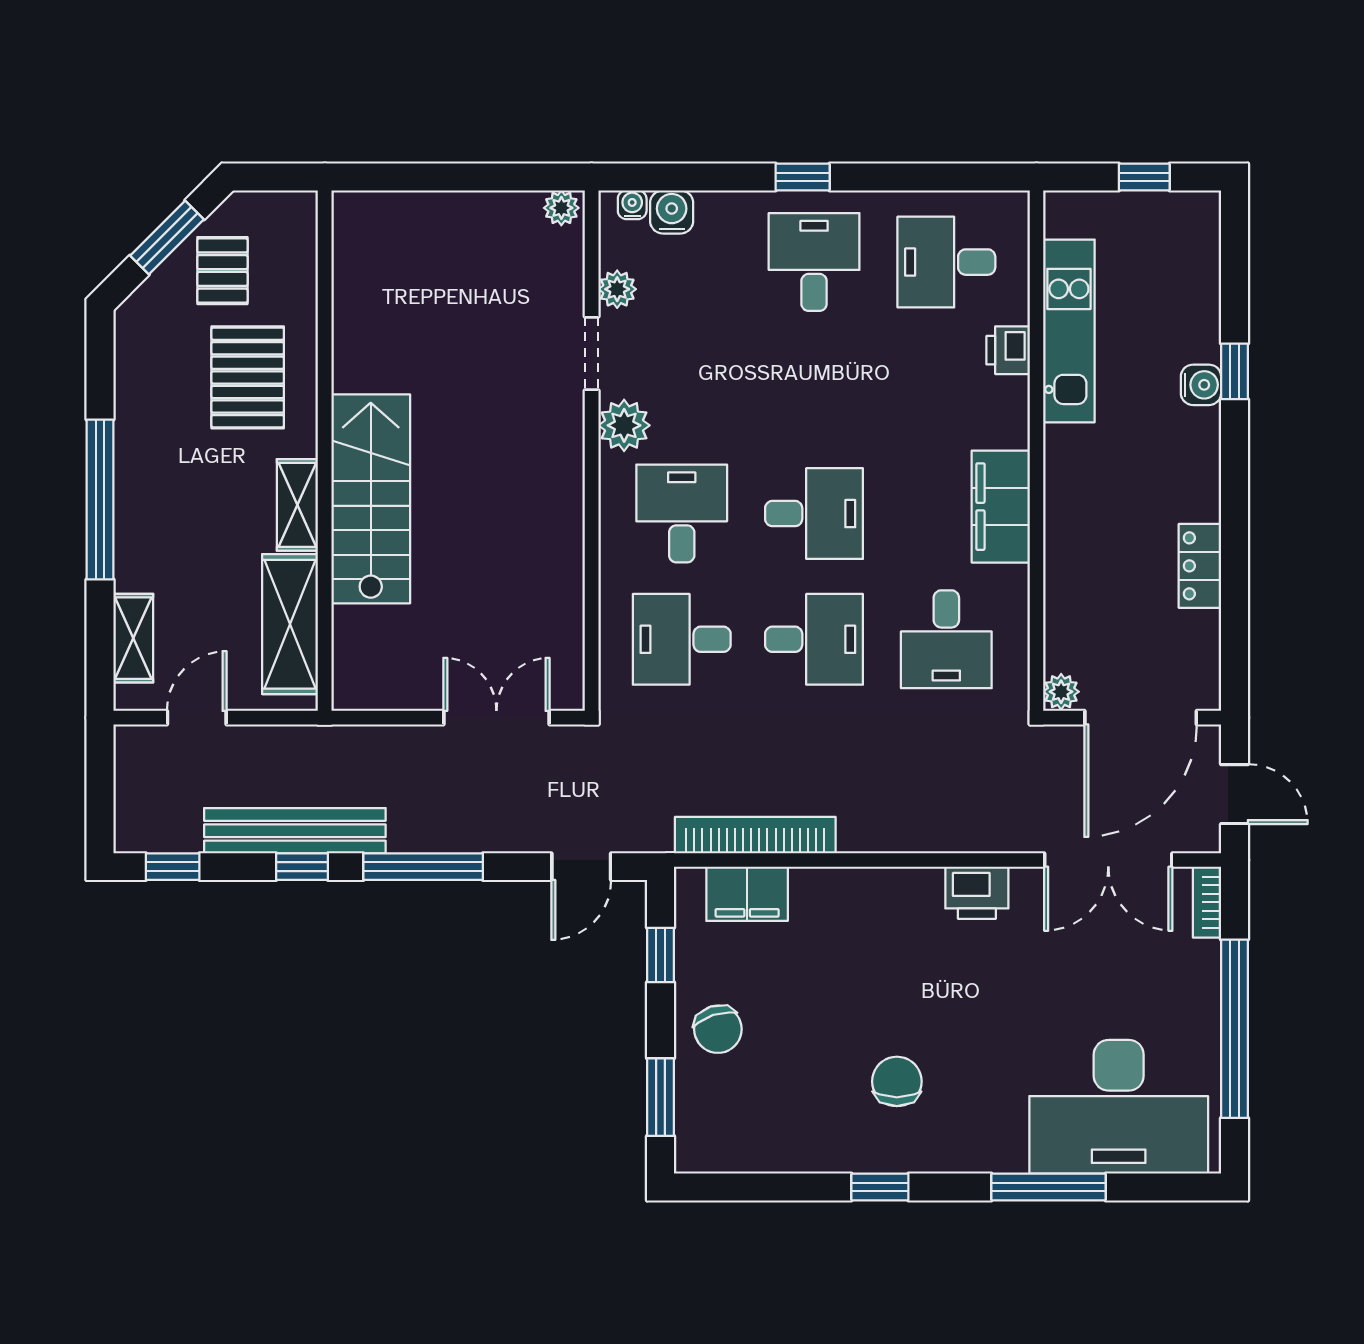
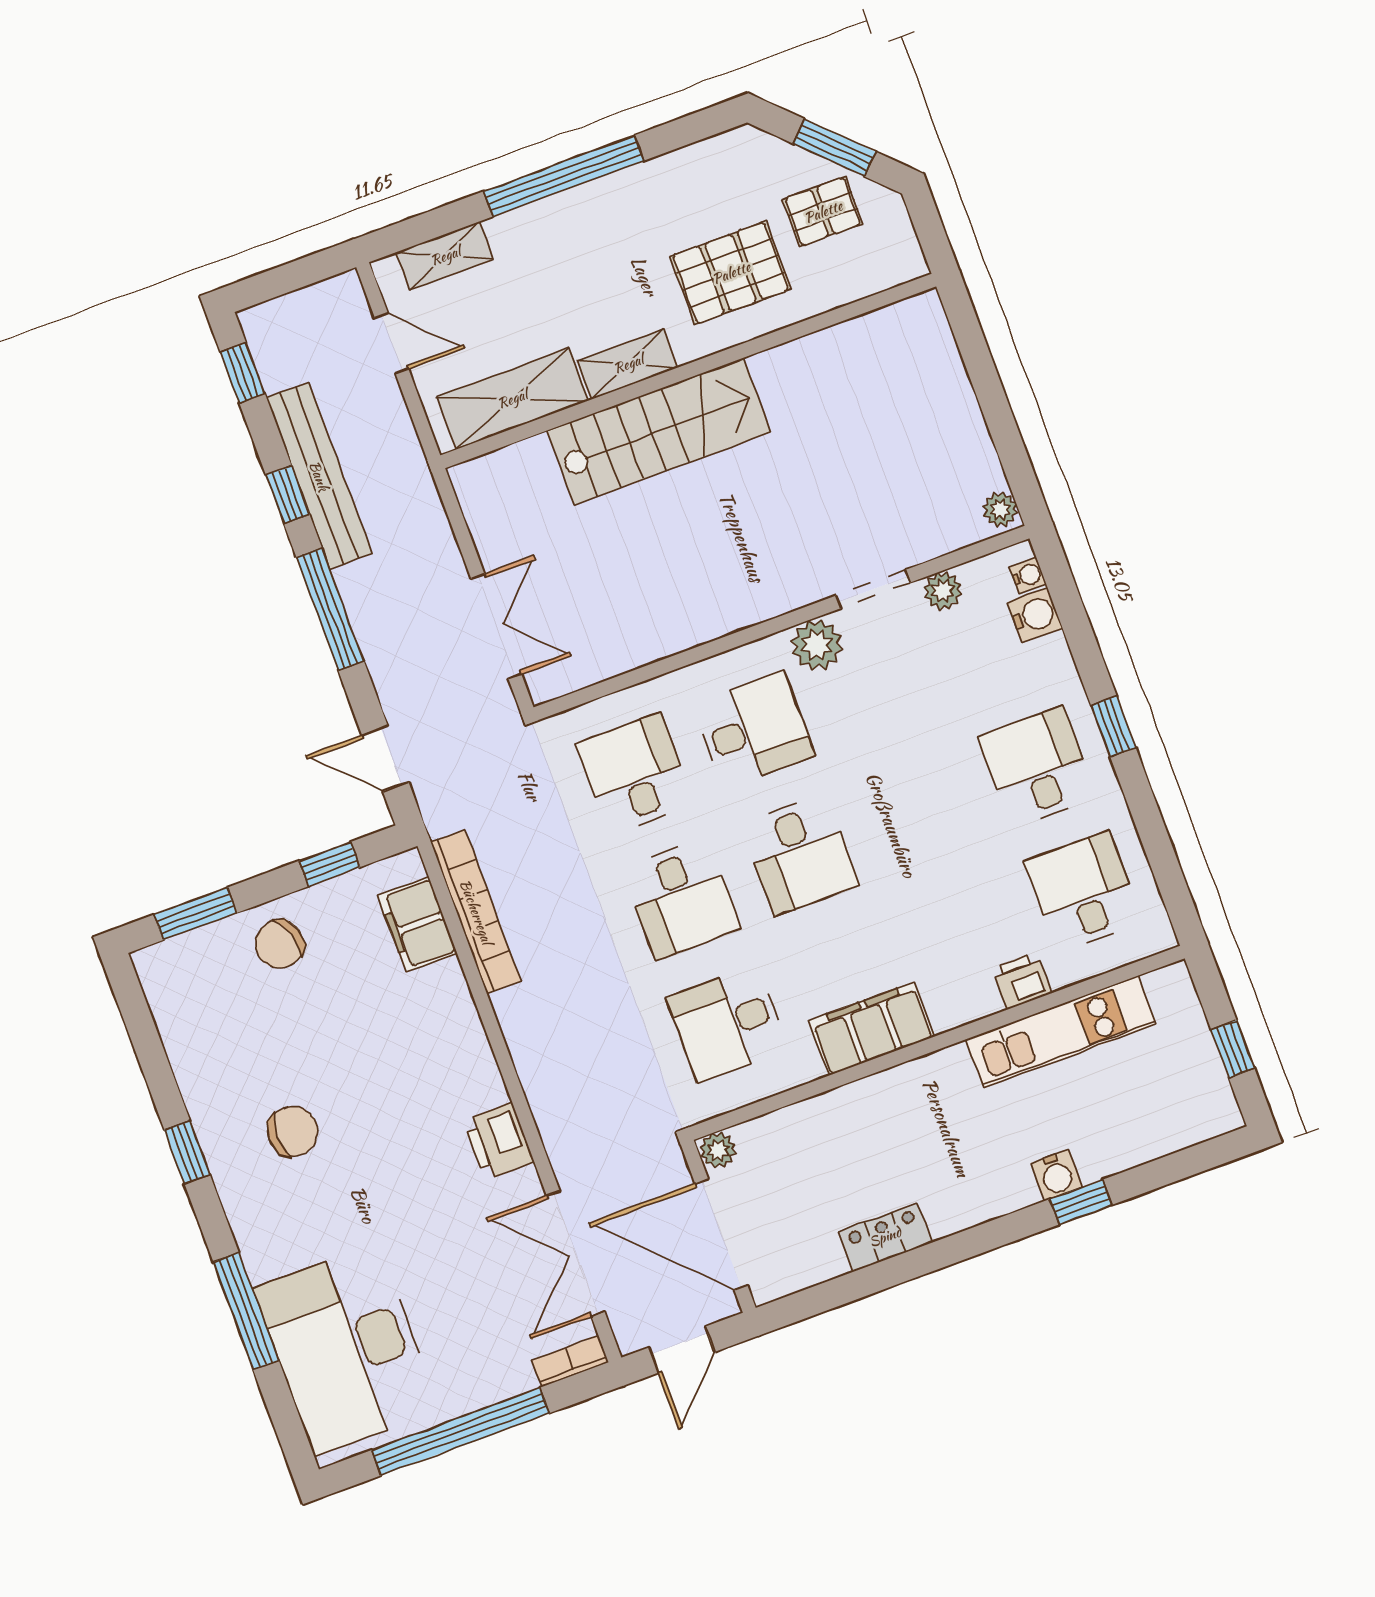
desk: (814, 262) -> (1037, 767), turned -90

